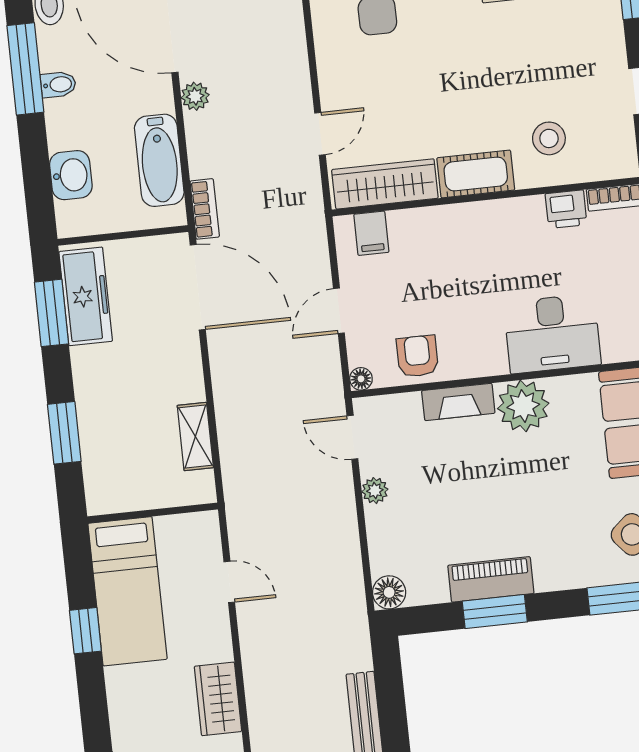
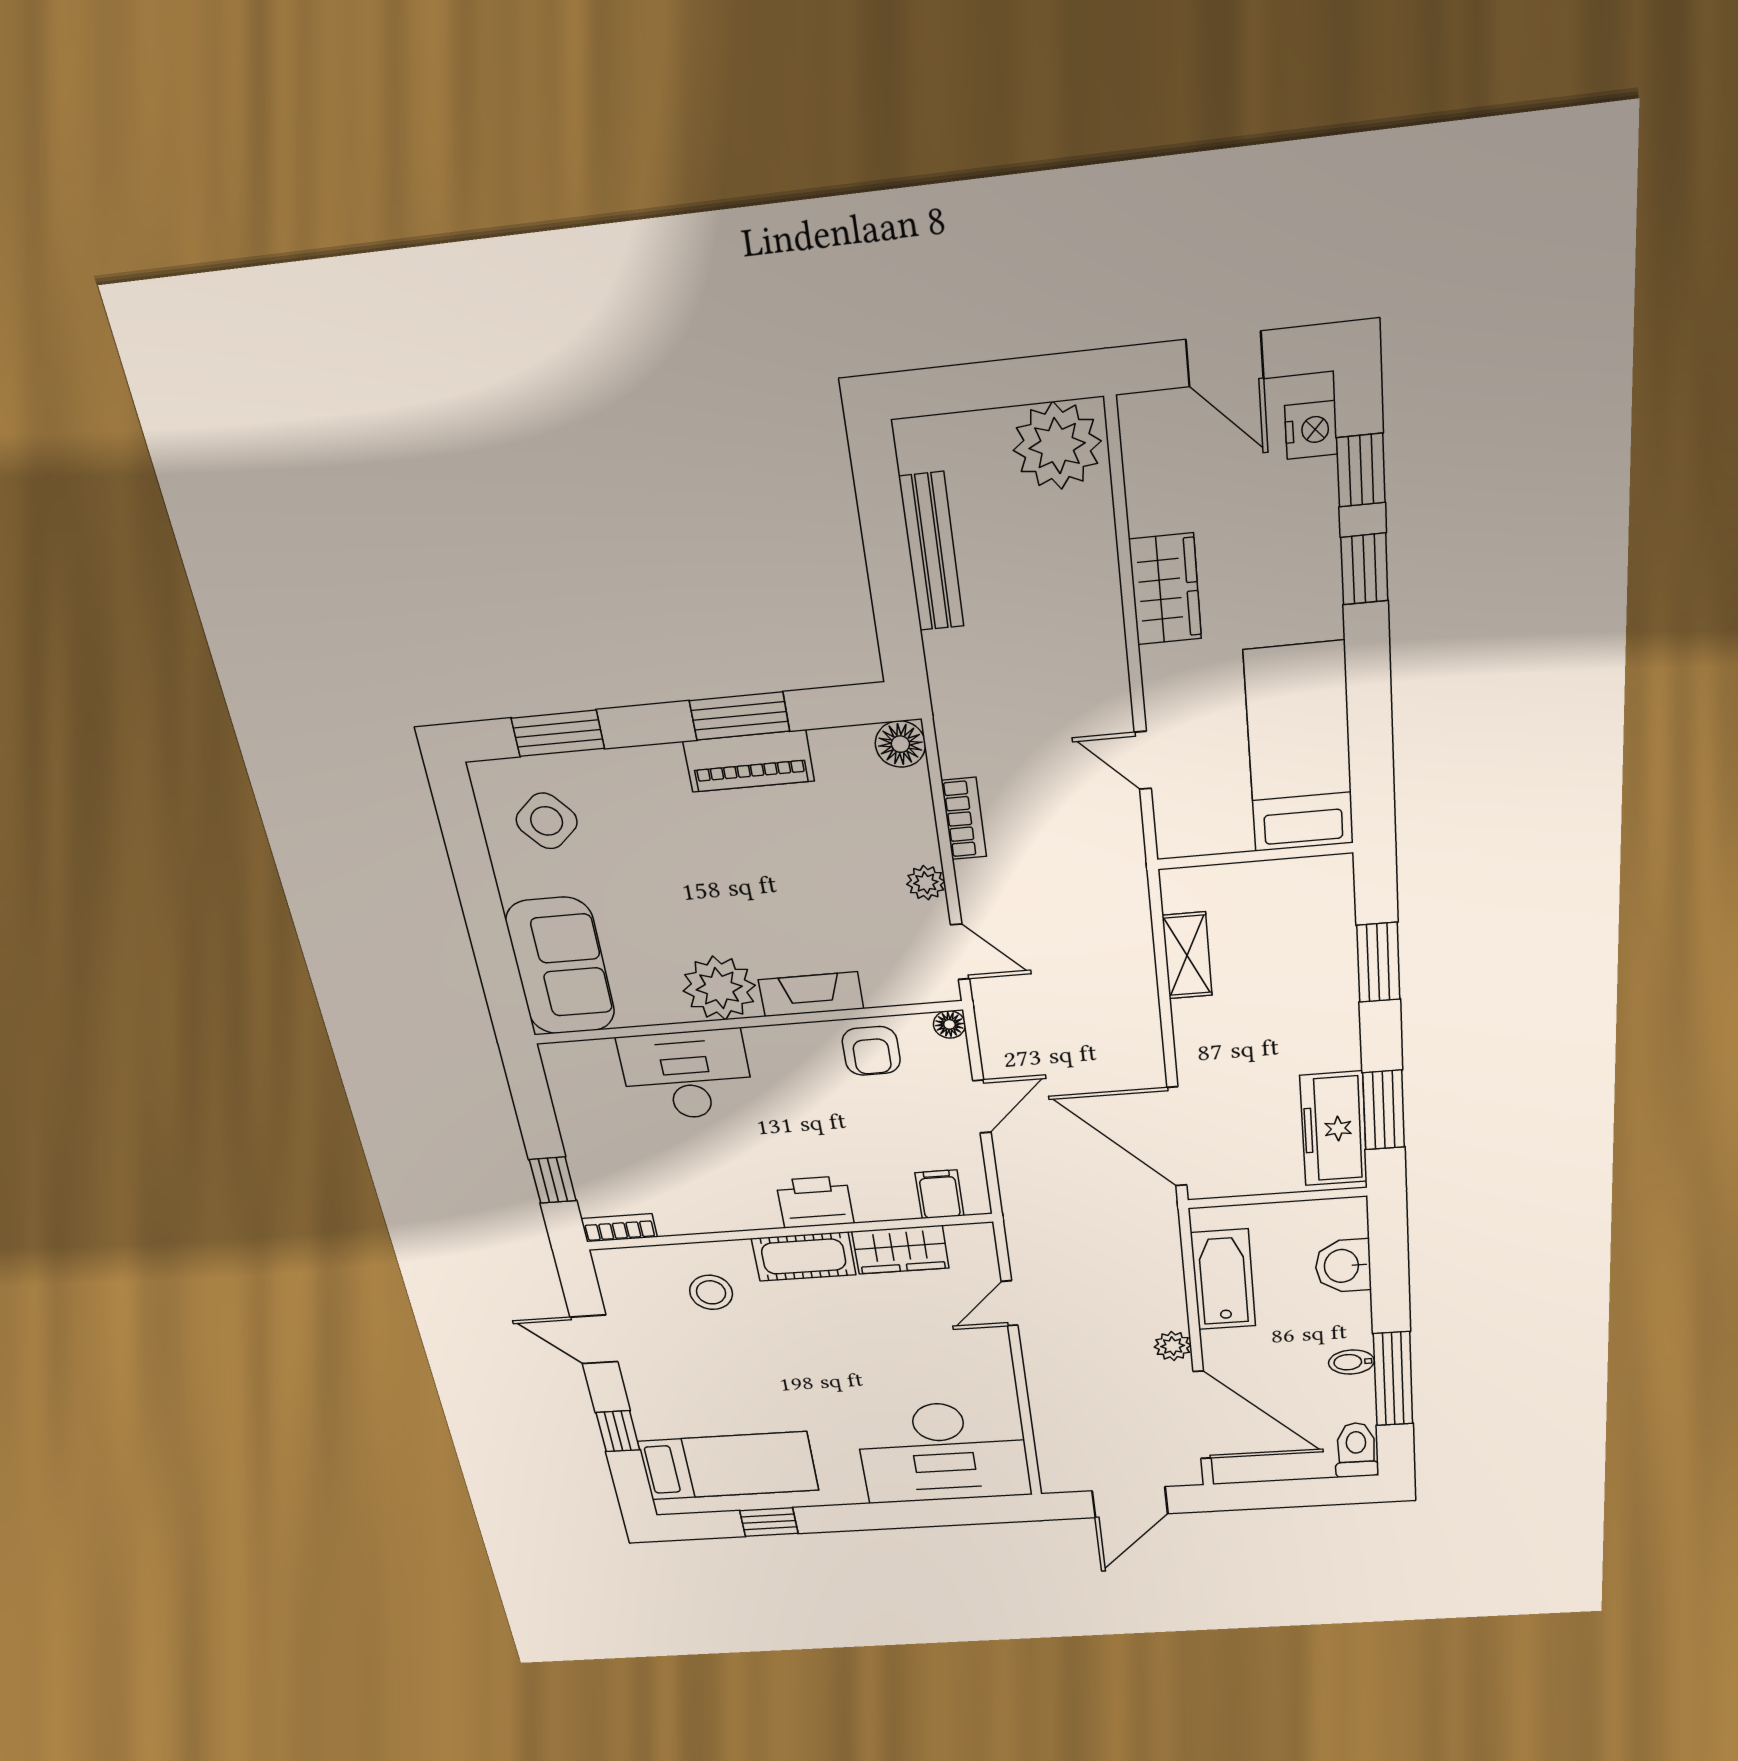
wardrobe: (385, 184) -> (900, 1250), width x0.67
bookcase: (205, 209) -> (964, 819), moved, turned 180
printer: (566, 209) -> (815, 1202), moved, width x1.36, depth x1.24
window: (85, 631) -> (1364, 569), moved

